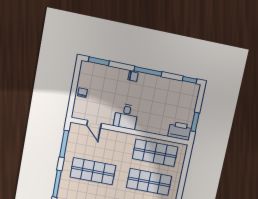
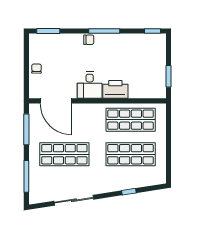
door: (94, 124) -> (56, 101), width x1.87
printer: (180, 131) -> (115, 89), moved

